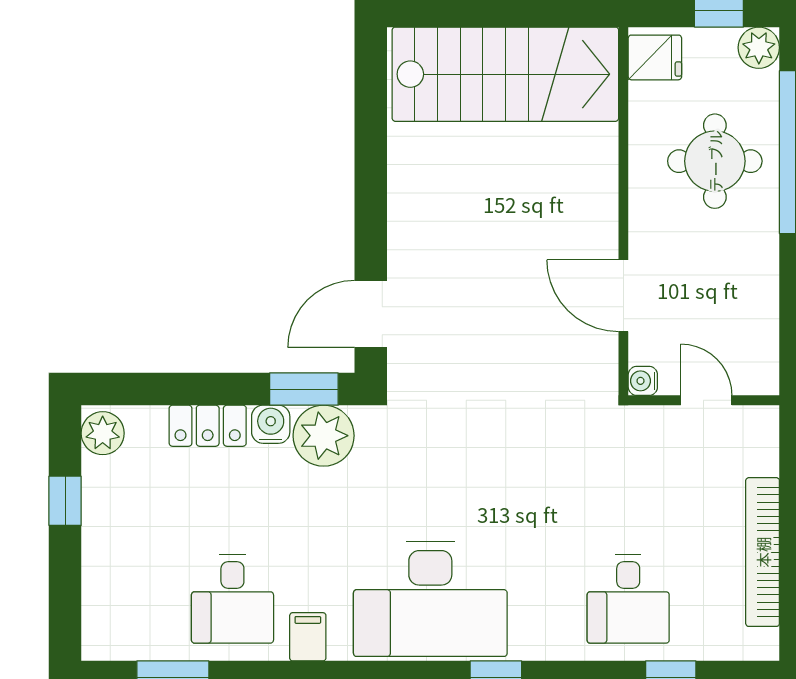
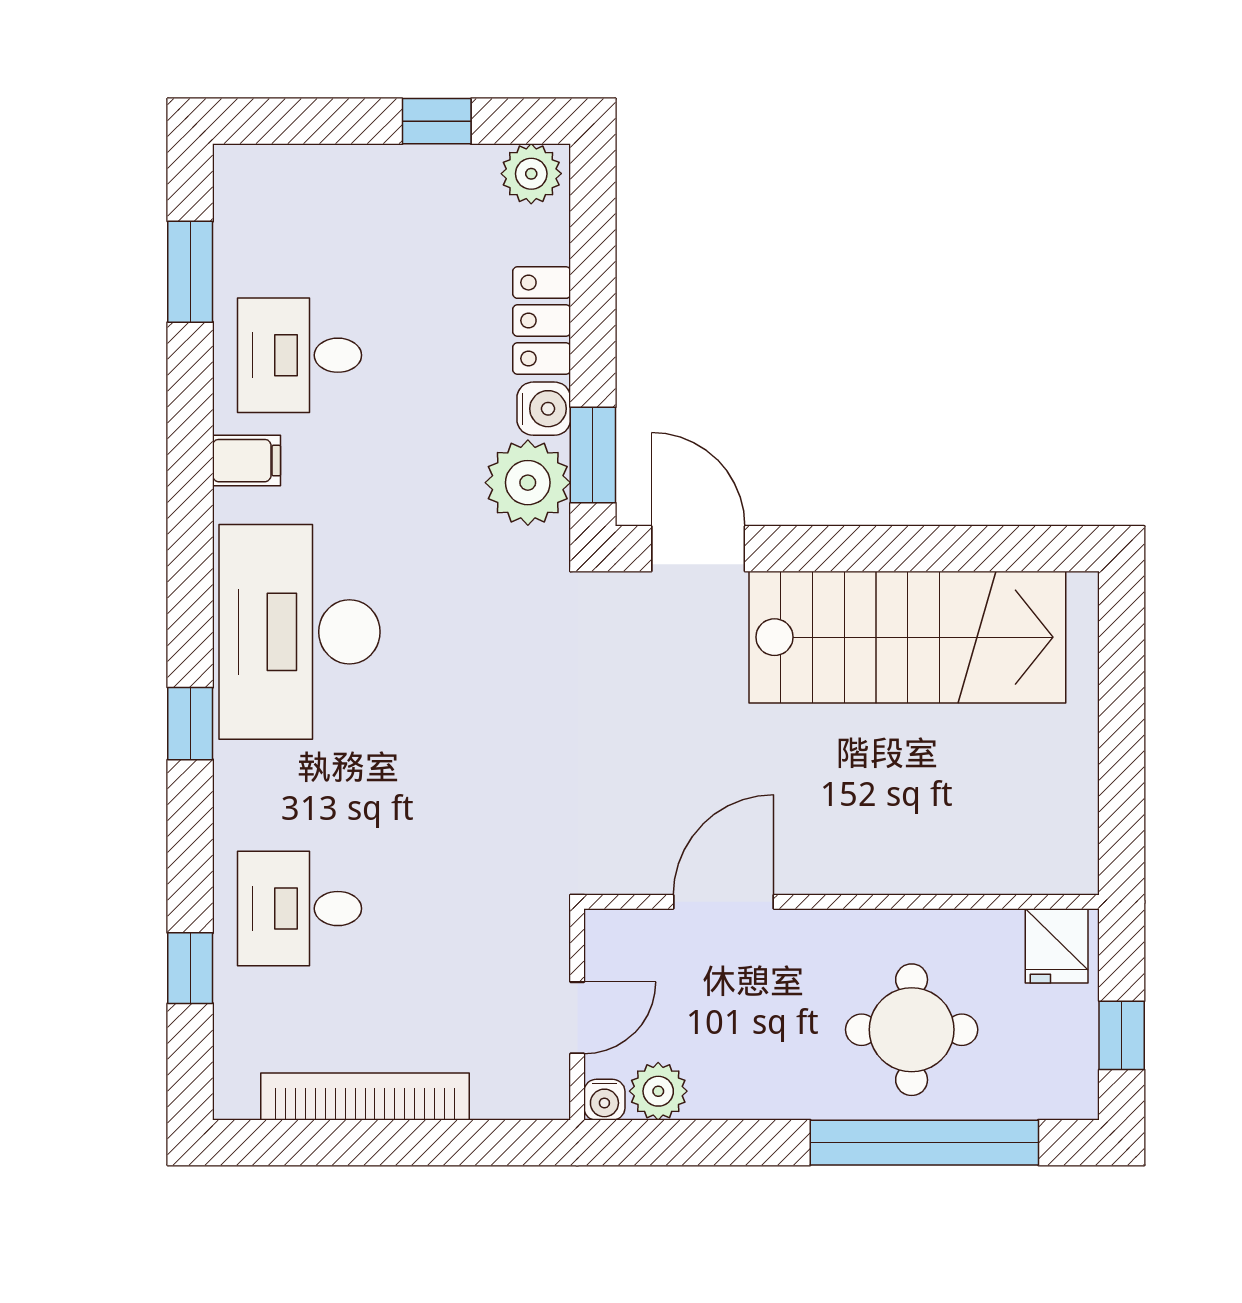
plant: (759, 48) -> (658, 1091), moved
stairs: (505, 74) -> (907, 637), moved, turned -90
water cooler: (643, 381) -> (604, 1100), moved, turned 180

